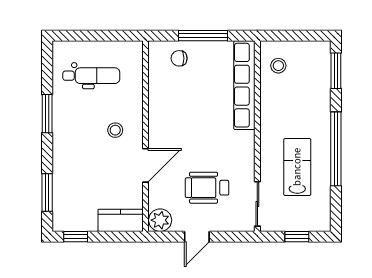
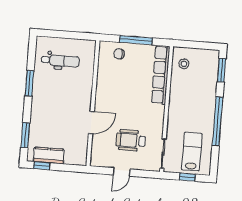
stool: (115, 130) -> (73, 98), removed
lab bench: (297, 167) -> (192, 151), moved
kitchen counter: (121, 220) -> (49, 155), moved
plant: (160, 220) -> (98, 159), removed

